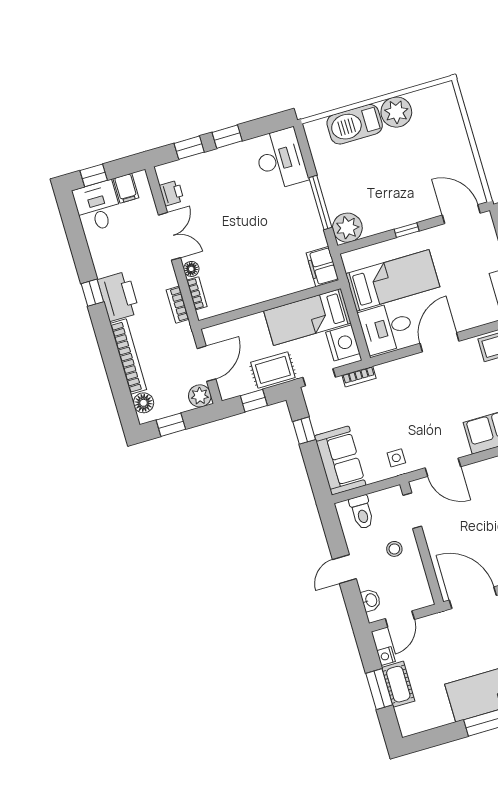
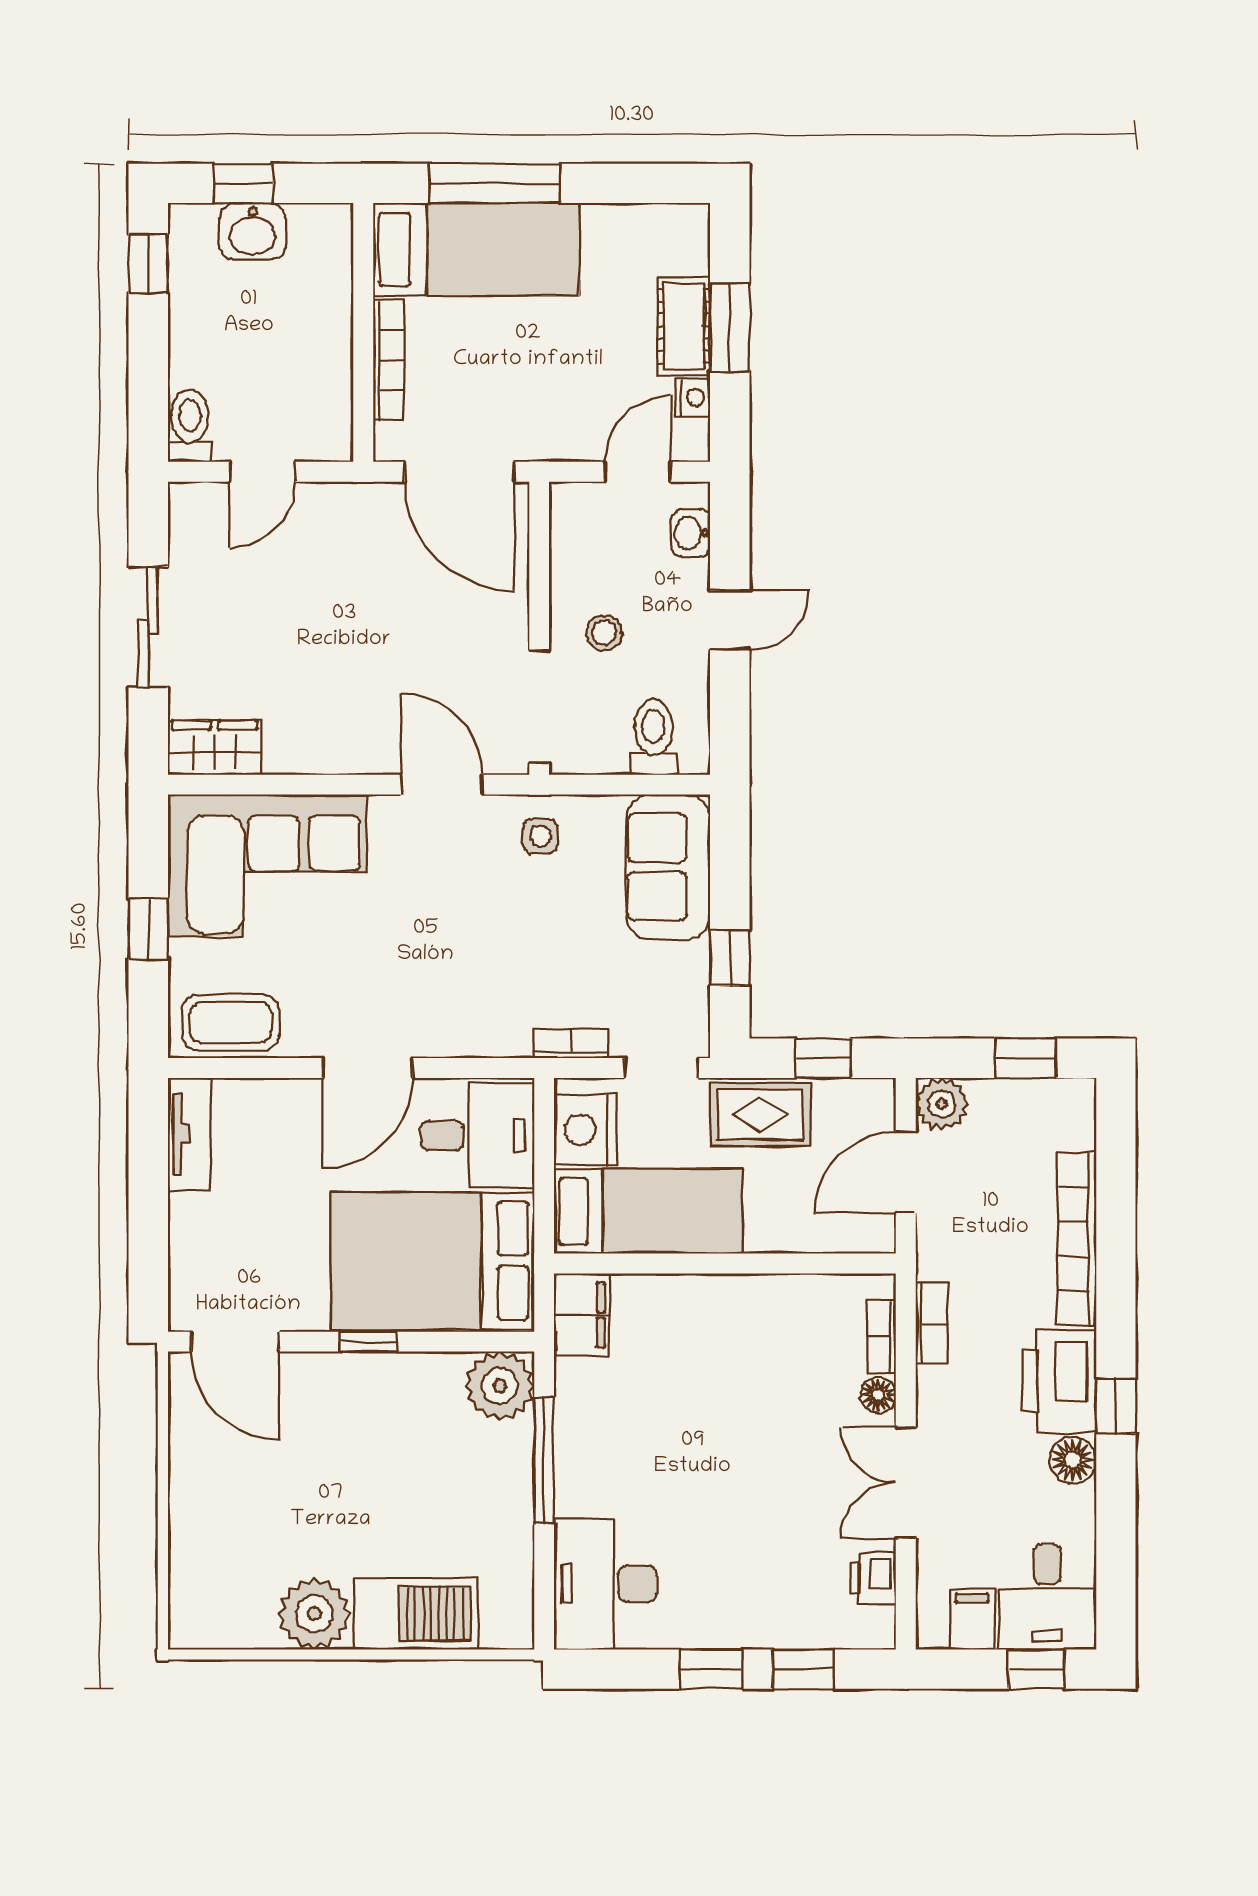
bed: (393, 280) -> (432, 1261), width x1.50
floor lamp: (144, 403) -> (1073, 1460), moved
doorway: (412, 511) -> (539, 707), width x1.38

